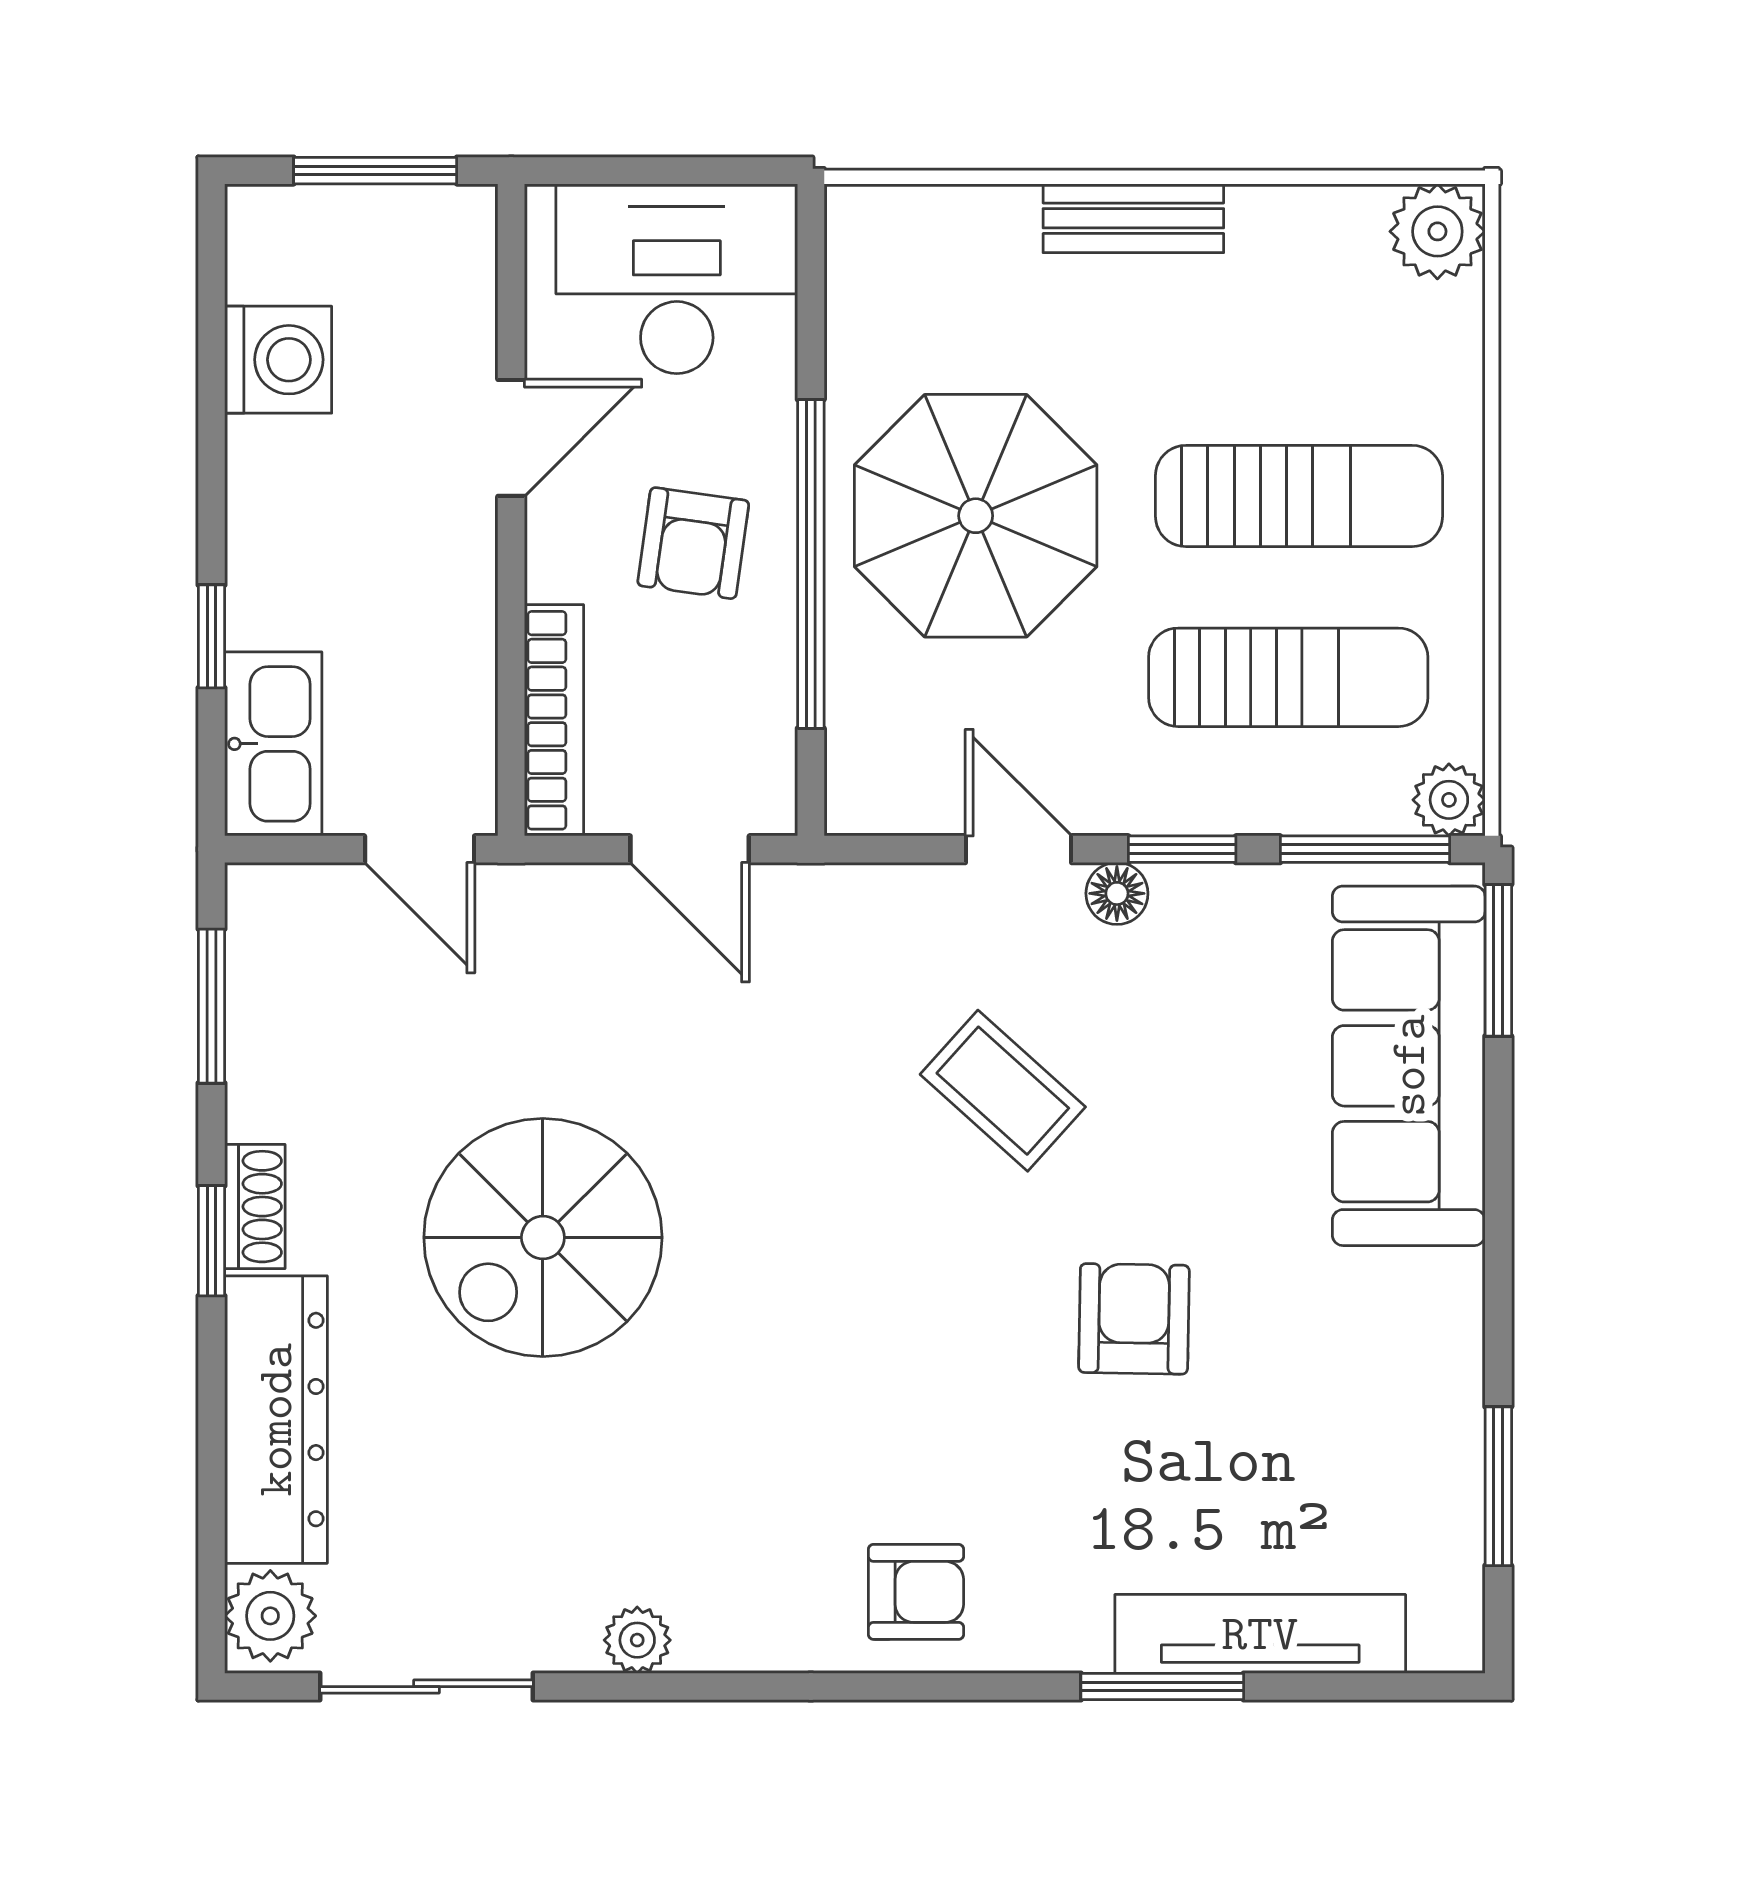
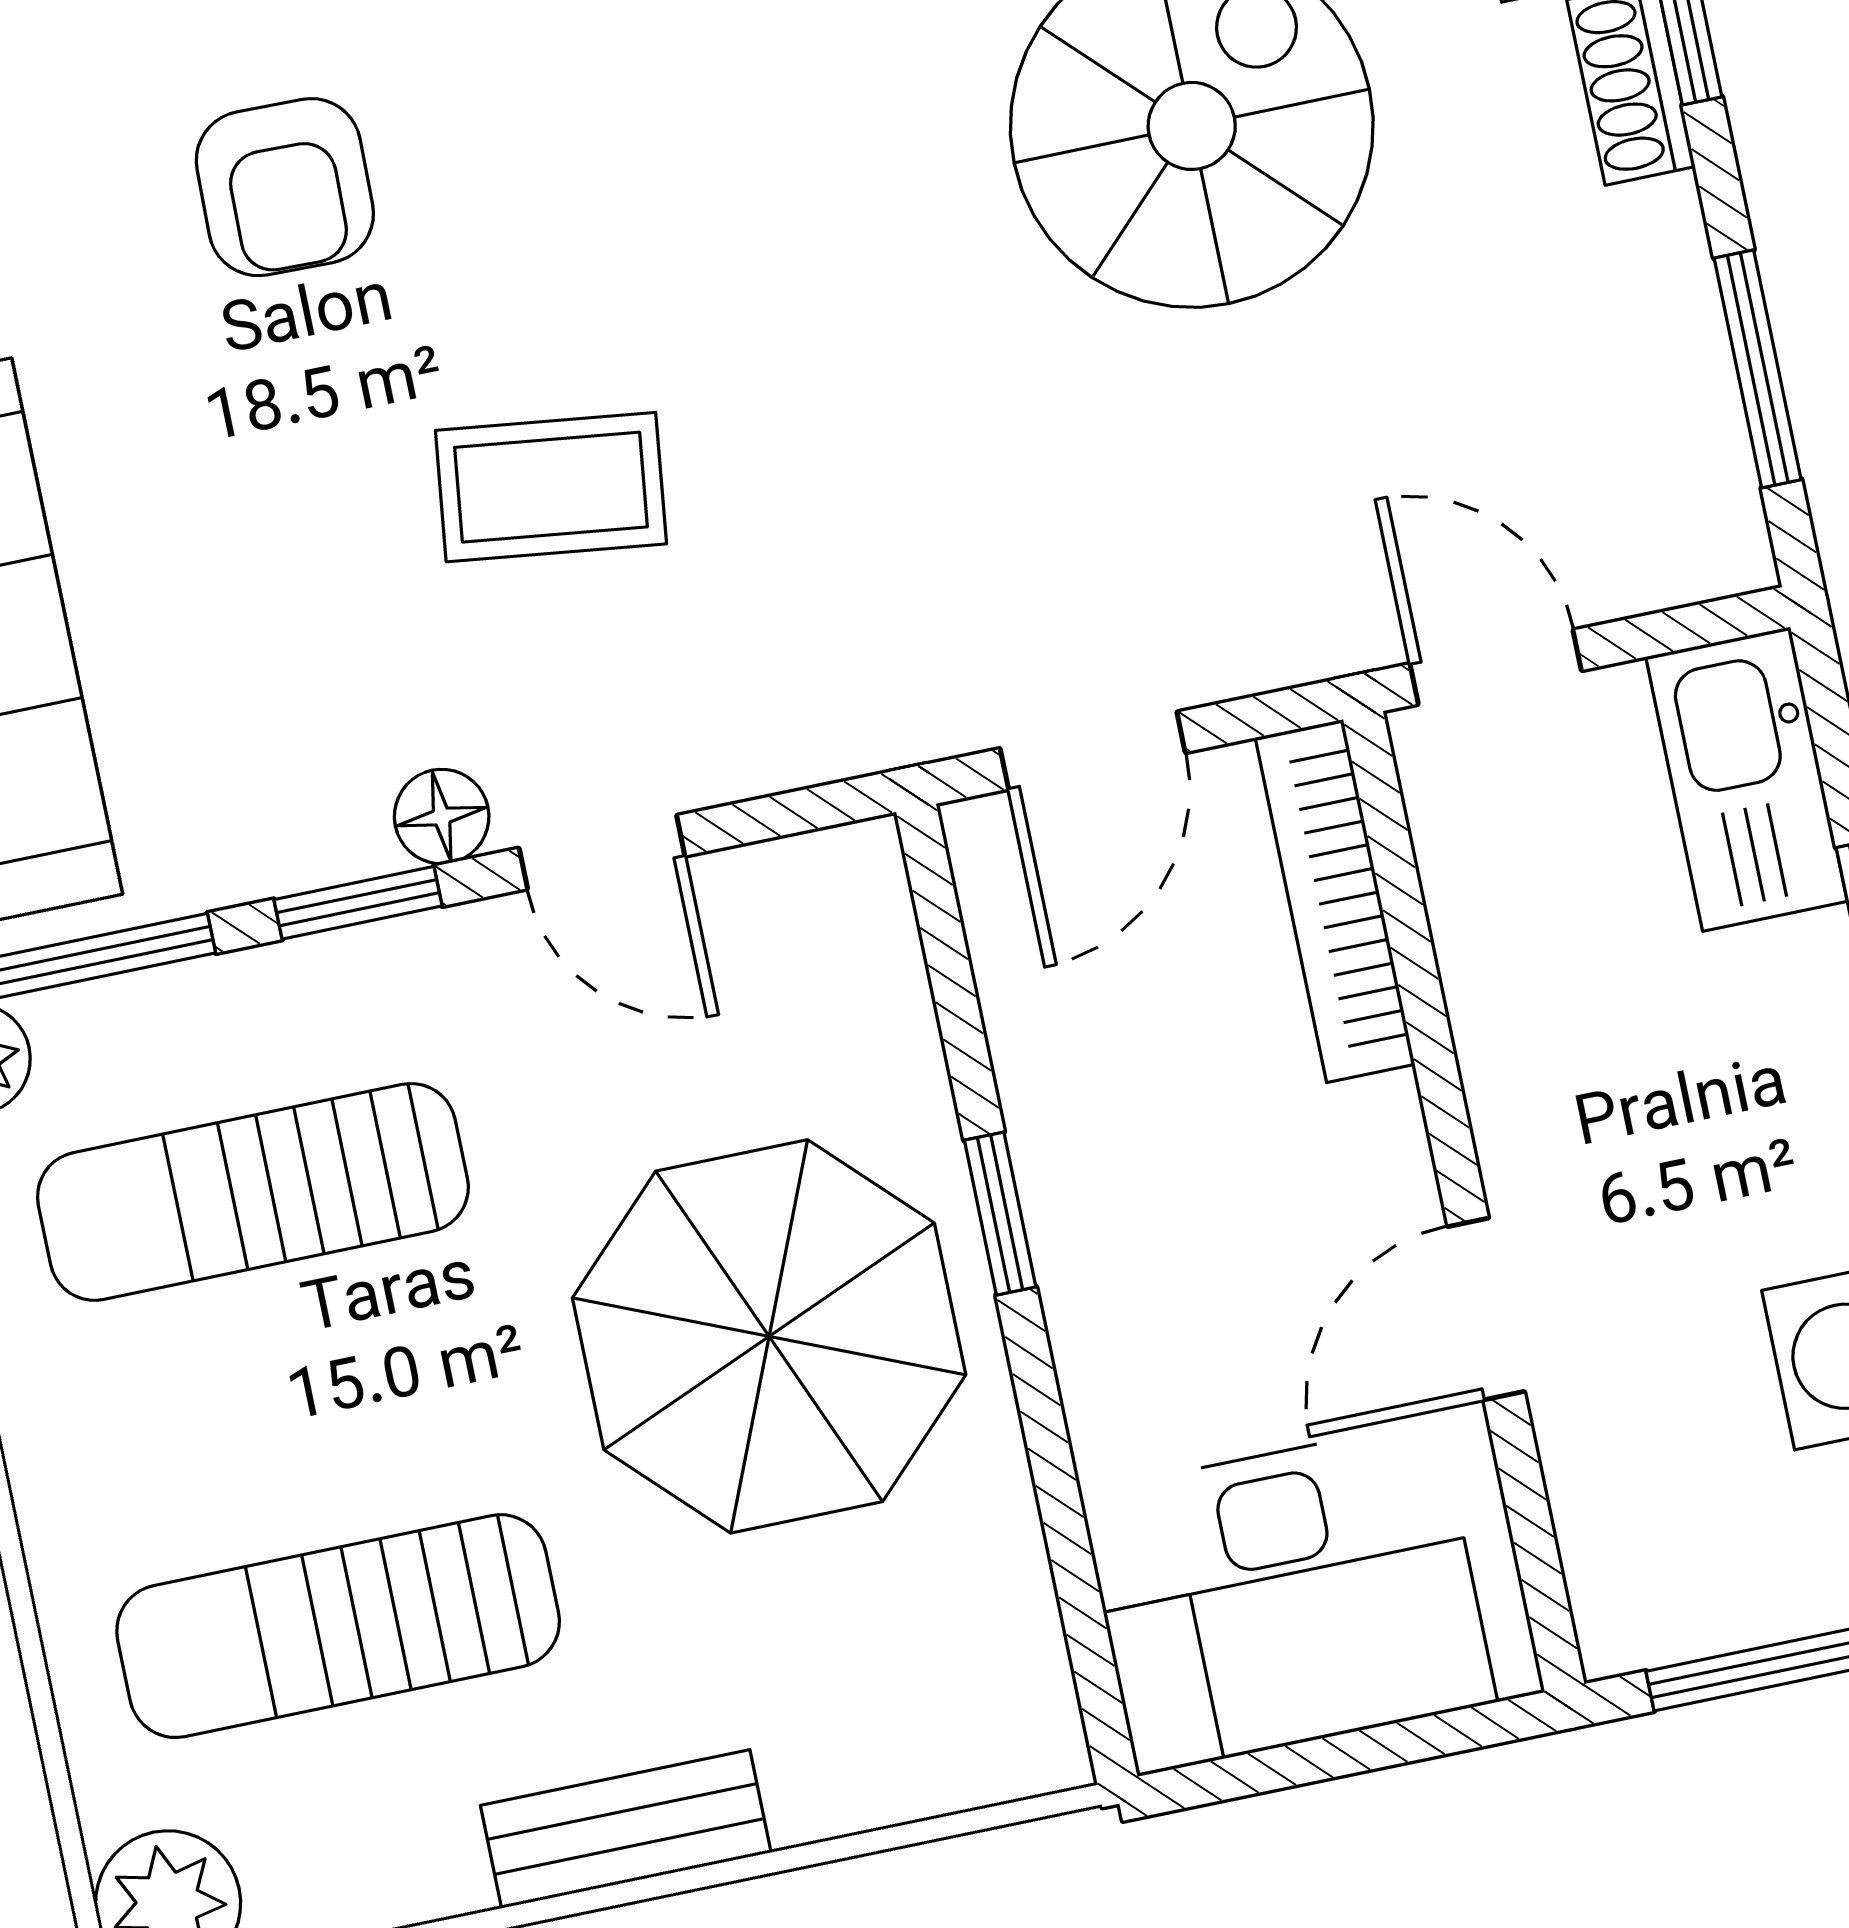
sun lounger: (1299, 496) -> (338, 1626), moved
armchair: (693, 543) -> (1182, 1208), removed
window: (811, 564) -> (1000, 1214), width x0.32
door: (690, 849) -> (1093, 751), swing flipped
coffee table: (1003, 1091) -> (551, 487), turned -35

